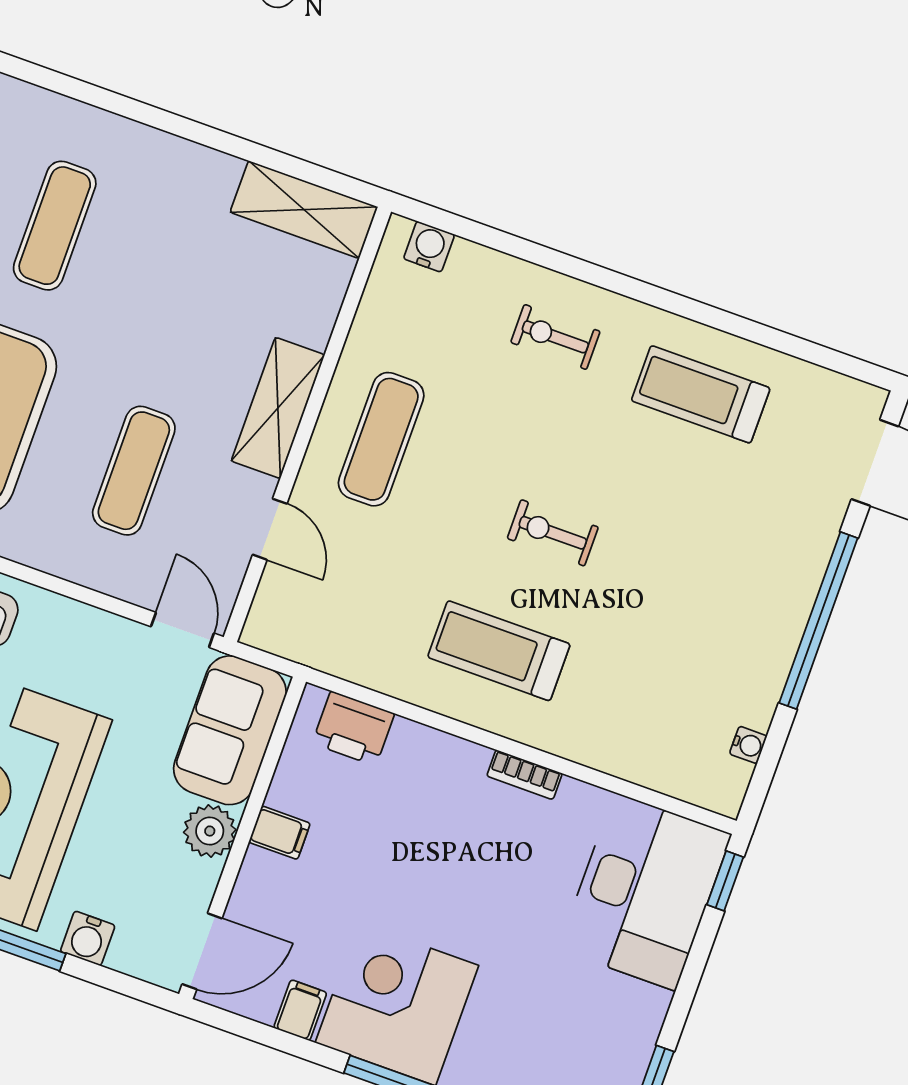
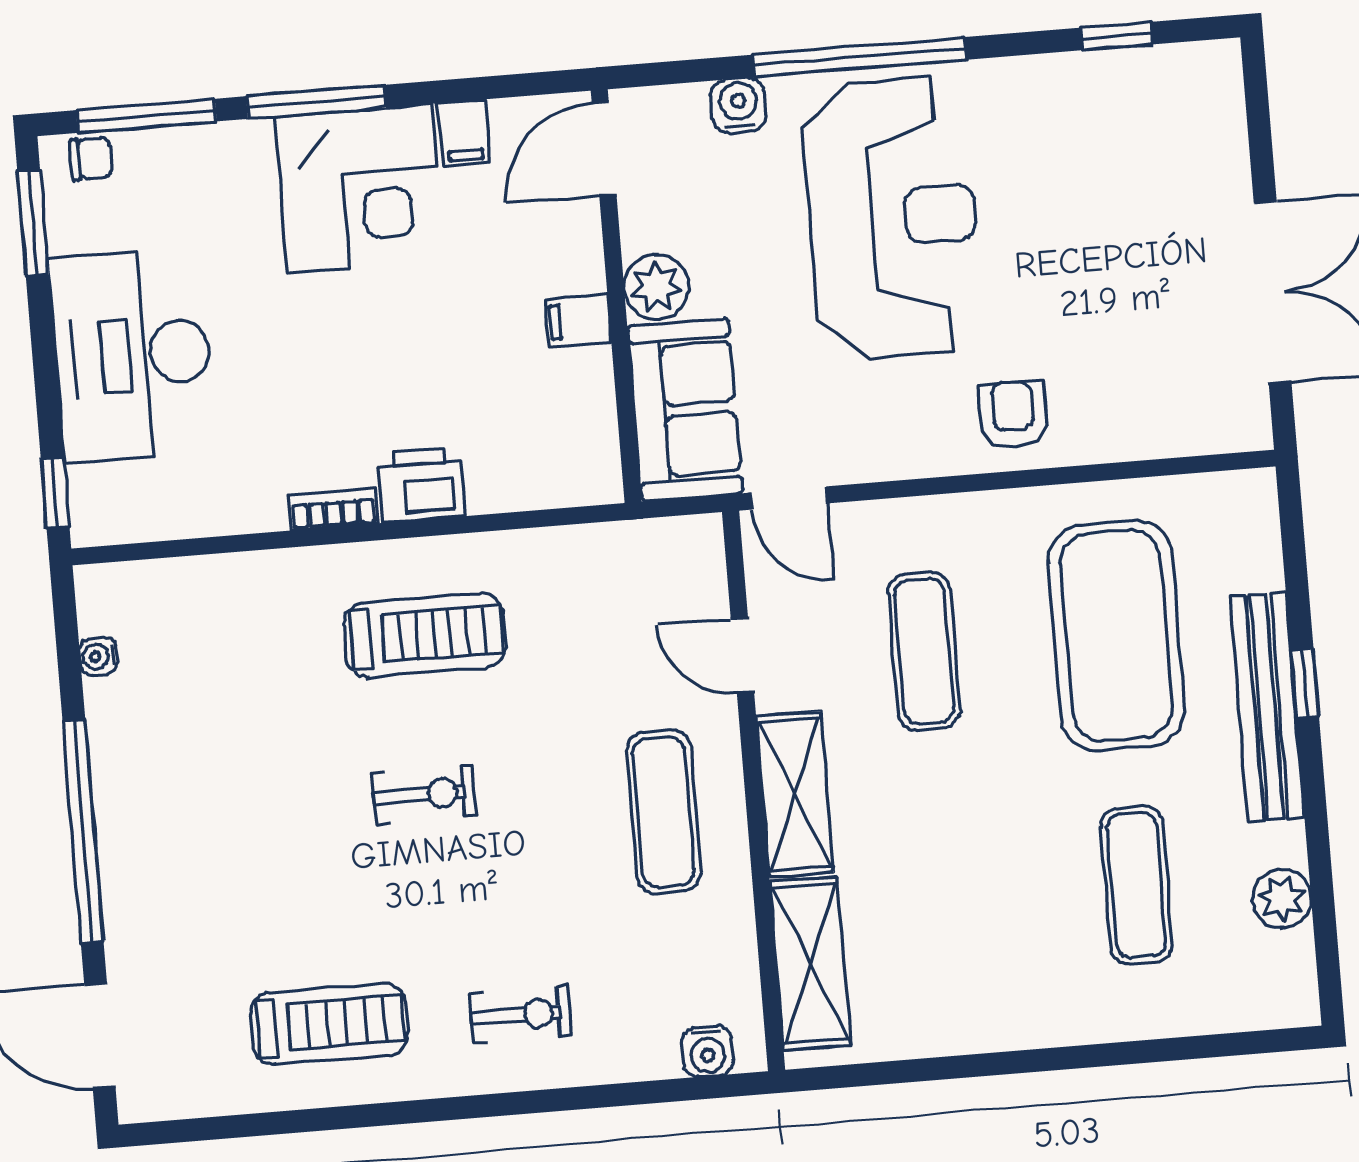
shelving: (304, 210) -> (810, 963), moved, turned 90
printer: (353, 728) -> (421, 485), moved
desk: (645, 892) -> (132, 355), moved

